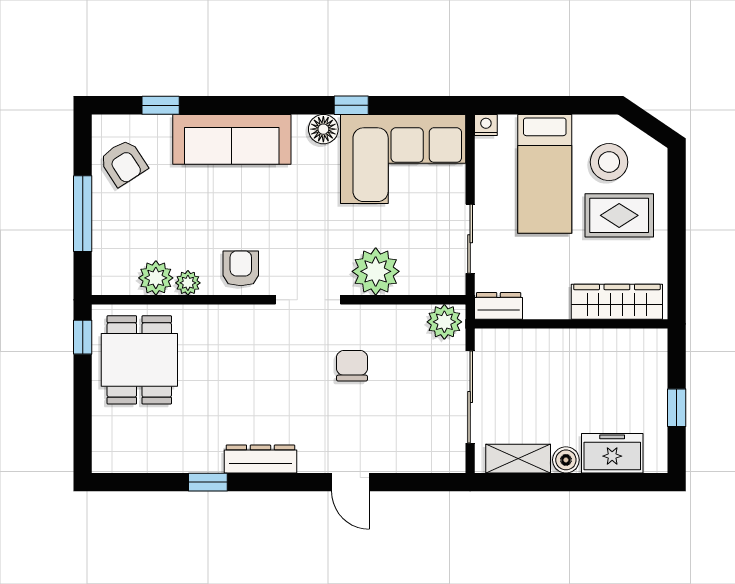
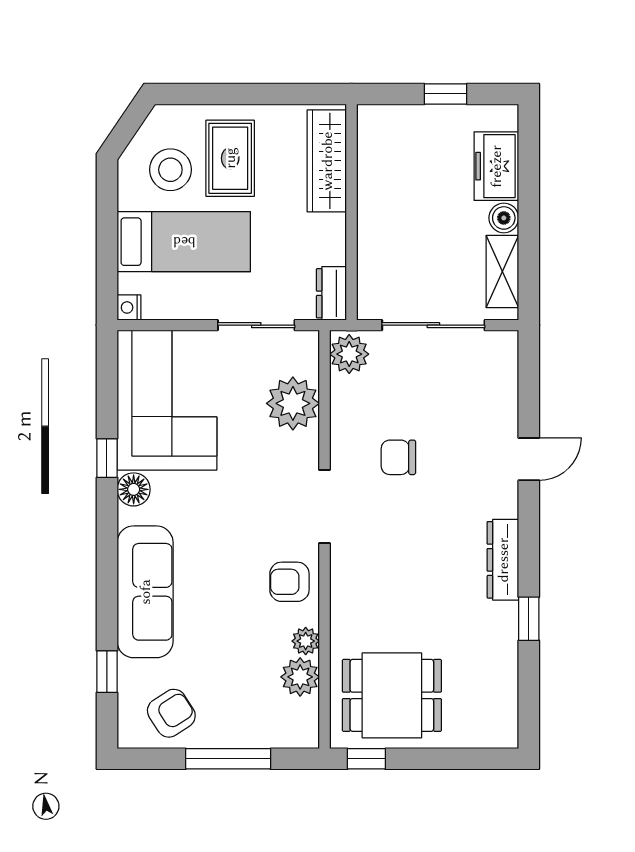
plant: (376, 271) -> (293, 403), moved

